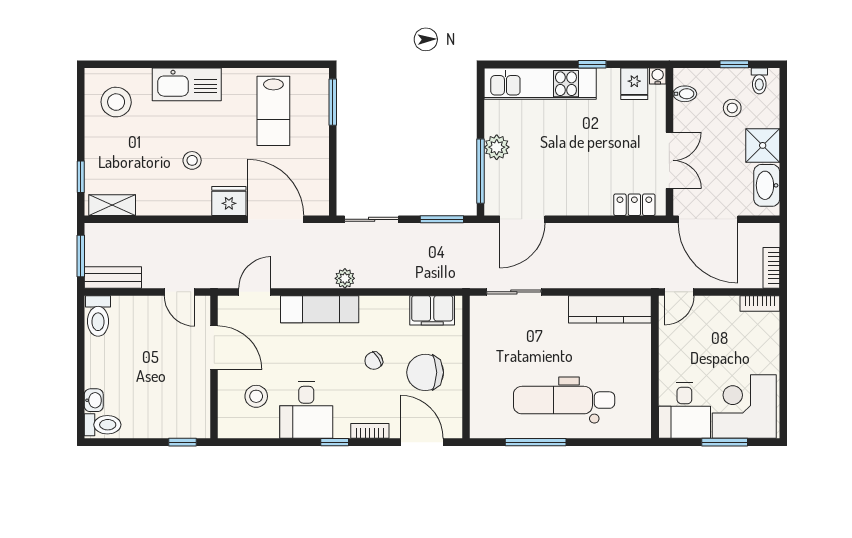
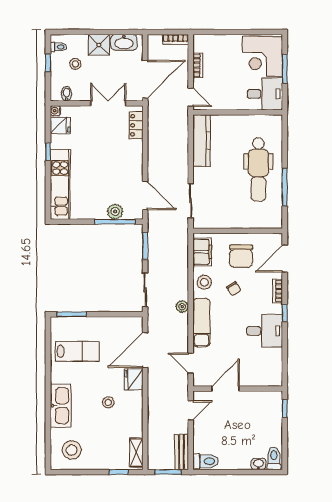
plant: (497, 147) -> (115, 212), moved
bookcase: (760, 303) -> (198, 65), moved
stool: (256, 396) -> (204, 282), moved

